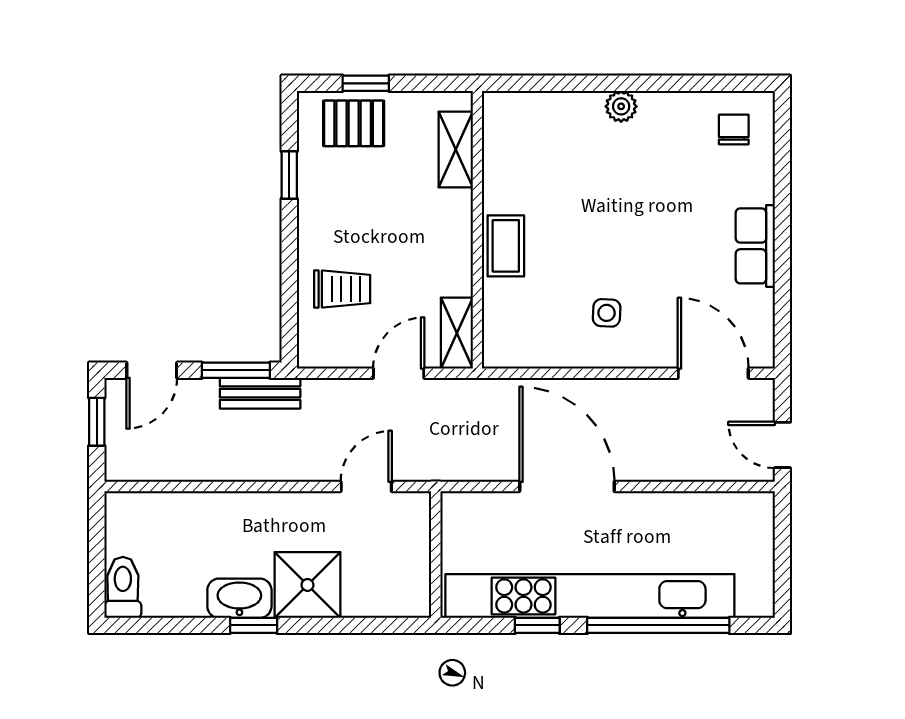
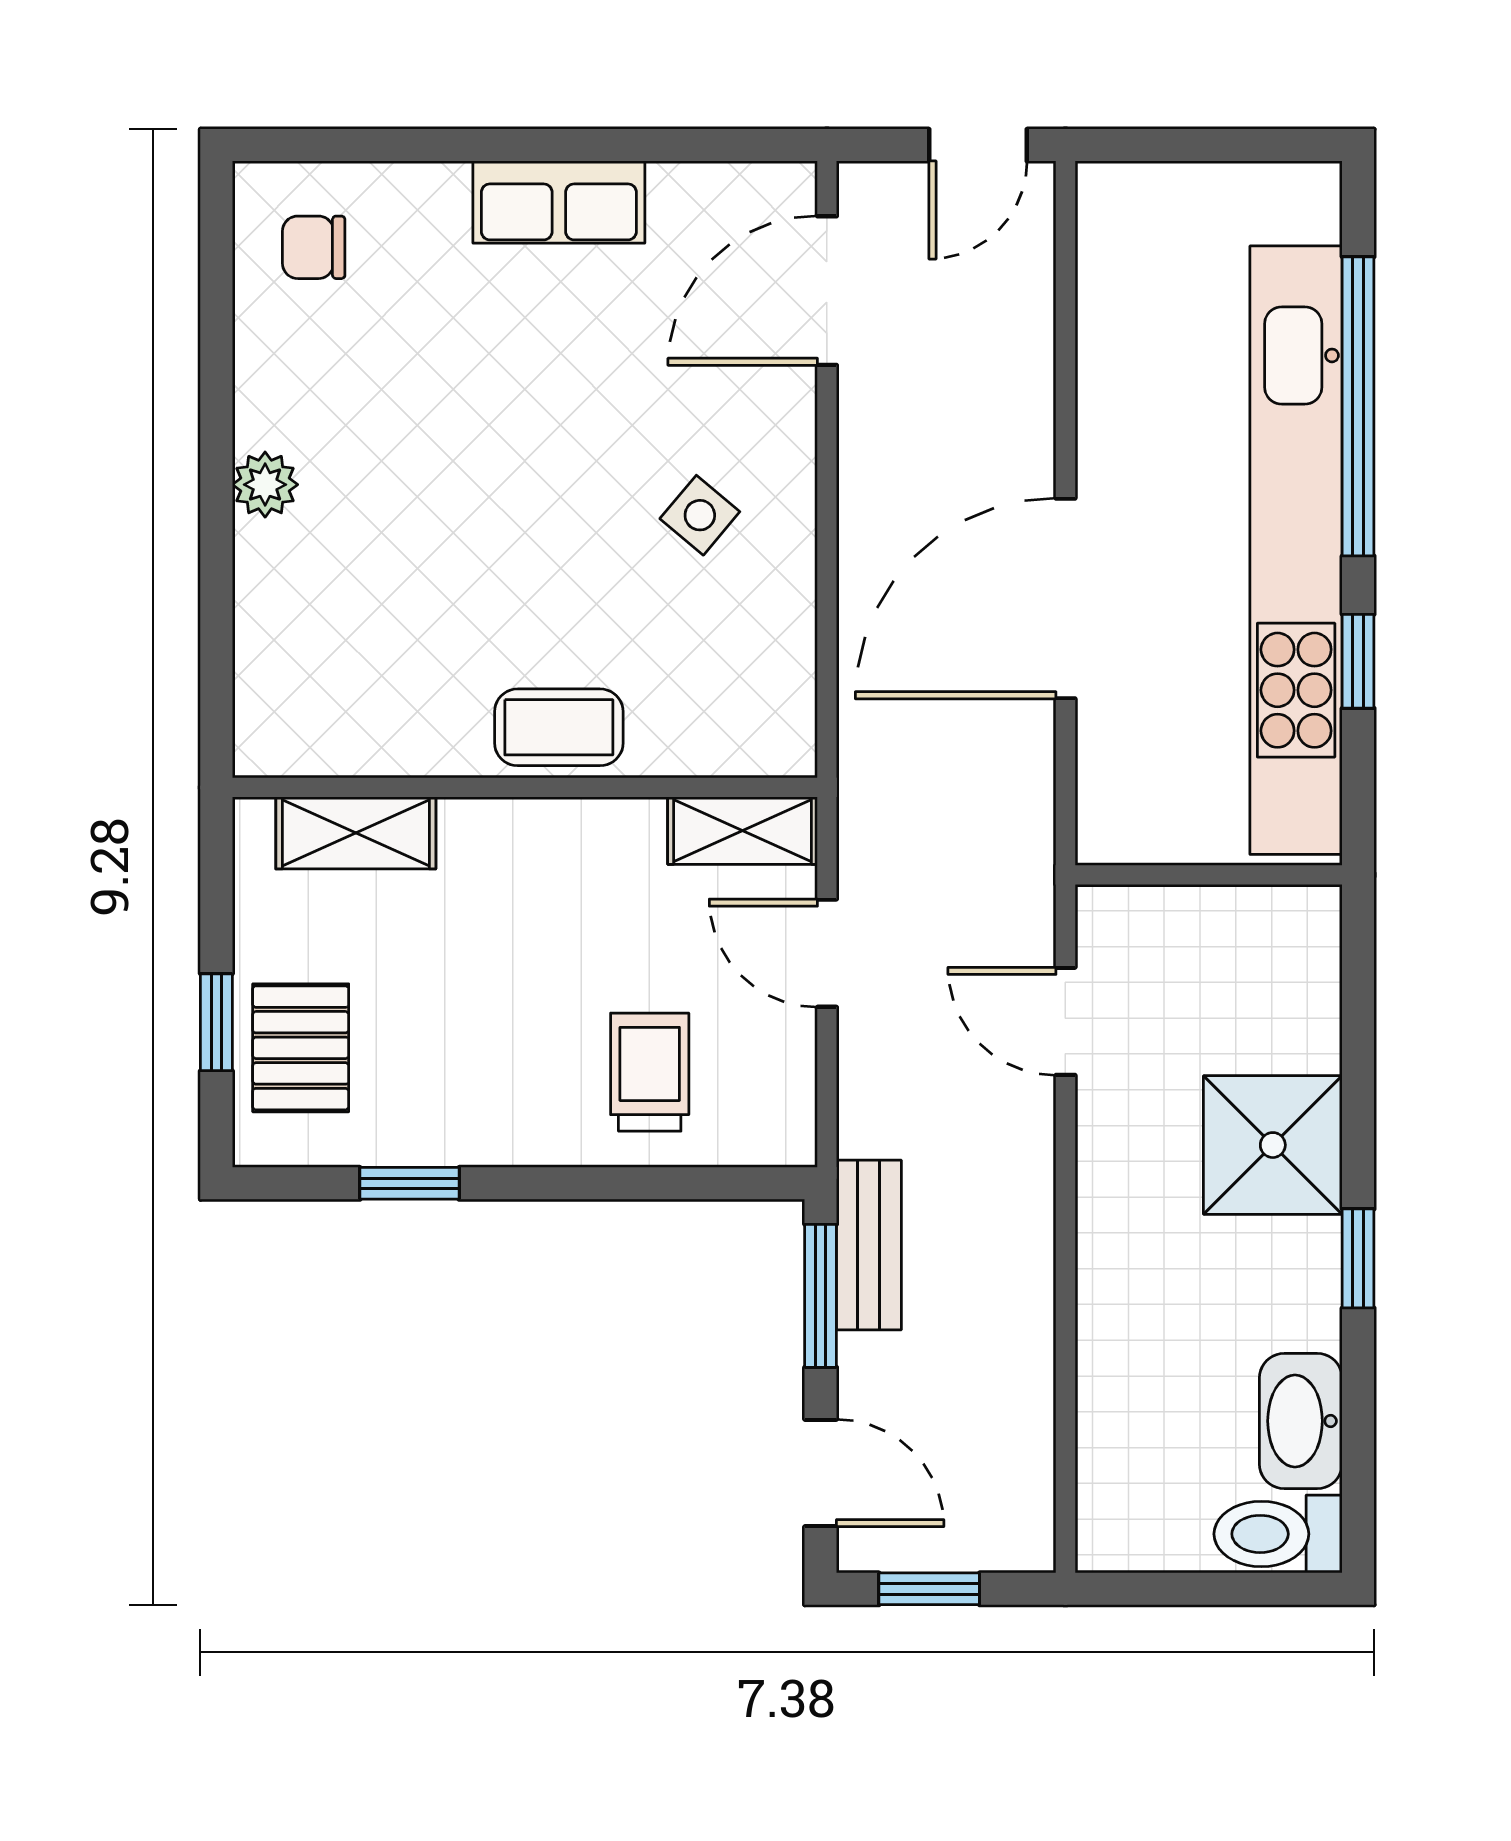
side table: (607, 313) -> (700, 515), turned 37
washbasin: (239, 598) -> (1301, 1421), moved

